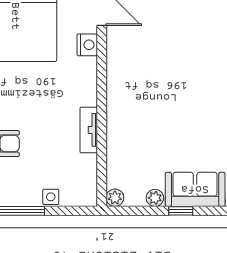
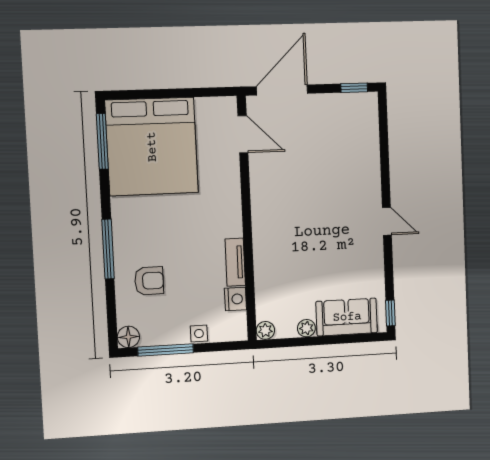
nightstand: (87, 45) -> (235, 299), moved
window: (181, 211) -> (333, 340), removed

